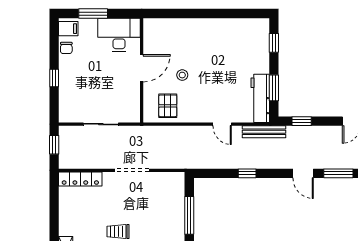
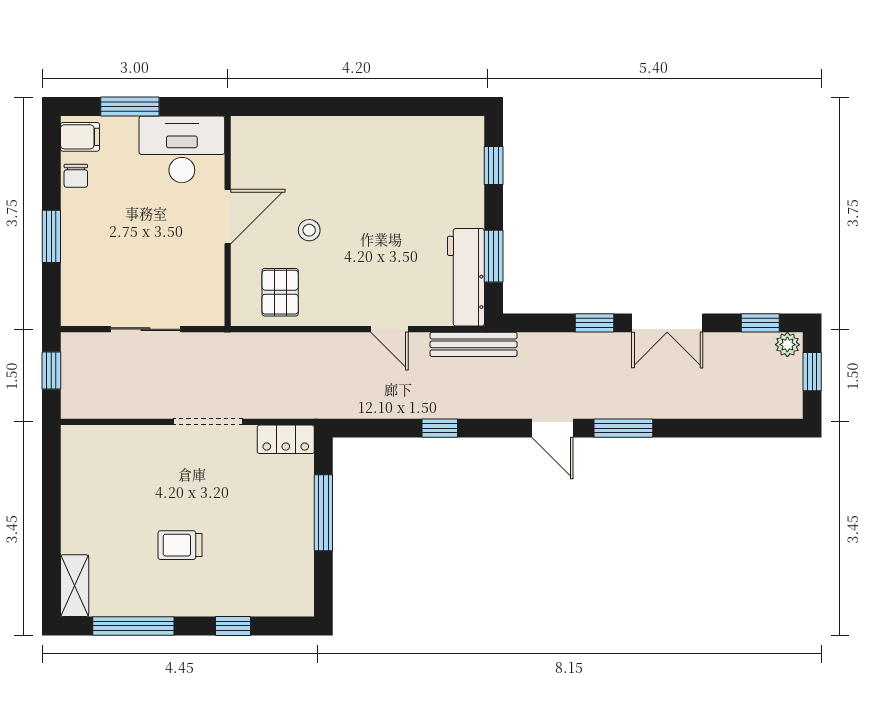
window: (54, 78) -> (51, 236), width x1.50
window: (302, 121) -> (595, 323), moved
locker: (80, 179) -> (286, 439), moved, width x0.66

